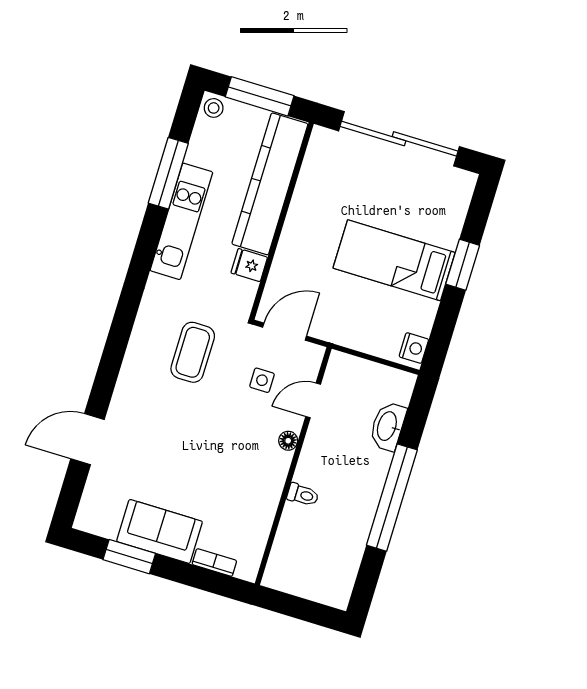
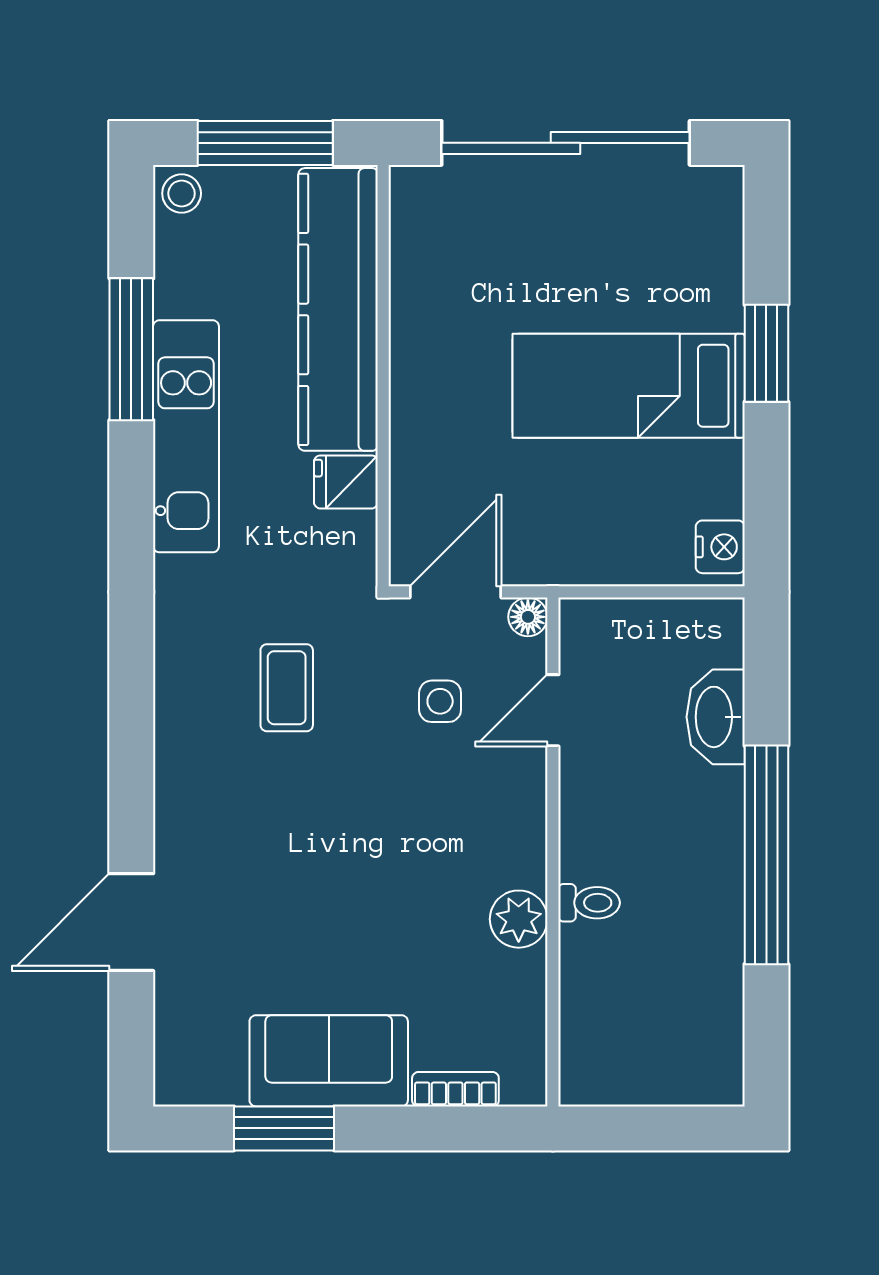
coffee table: (193, 352) -> (287, 688), width x0.73, depth x0.77
floor lamp: (288, 441) -> (528, 617), moved
plant: (268, 492) -> (519, 919), added

